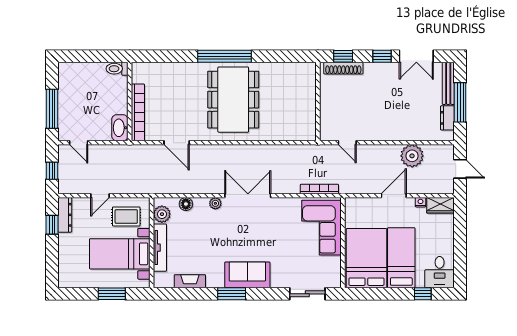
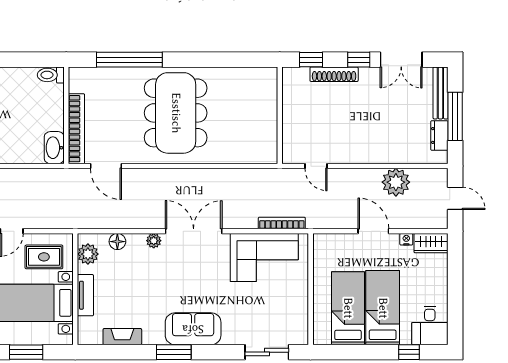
window: (225, 56) -> (129, 60), moved
shoe rack: (343, 68) -> (334, 74), moved
toilet: (117, 69) -> (51, 75), moved
wall: (130, 102) -> (66, 115), moved
bookcase: (138, 112) -> (76, 129), moved
washbasin: (120, 128) -> (54, 148), moved
door: (394, 196) -> (373, 231), hinge flipped
corner sofa: (321, 228) -> (264, 257), moved, turned -90
tv unit: (160, 248) -> (85, 295), width x0.71
bed: (366, 258) -> (348, 308), width x0.67

